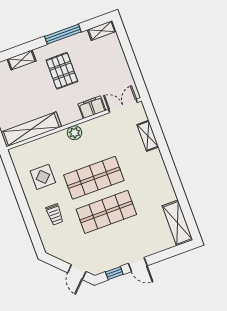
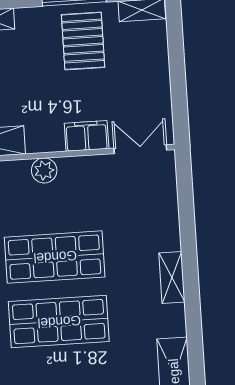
pallet: (62, 71) -> (83, 41), moved
shelving: (148, 136) -> (172, 278), moved

